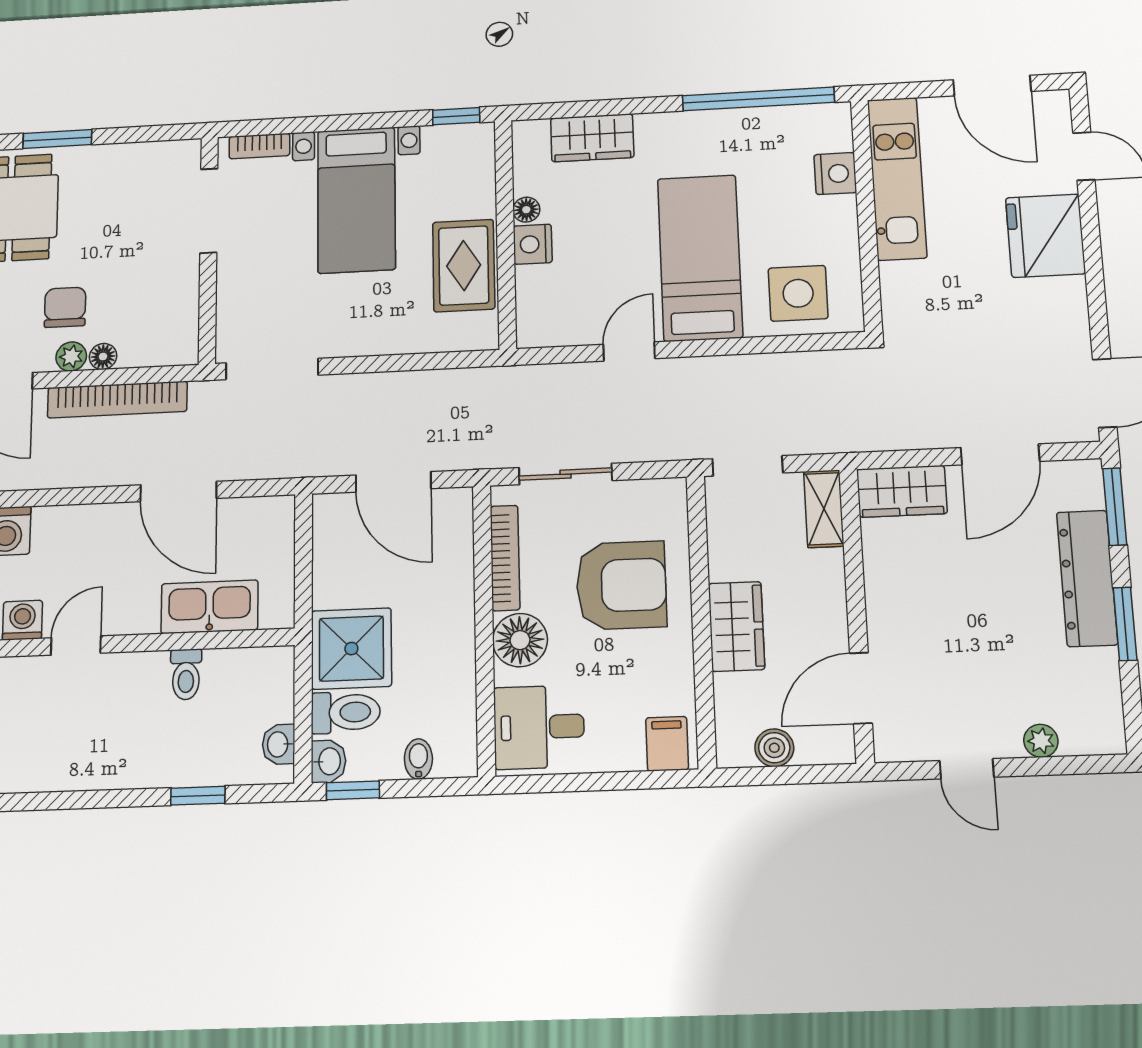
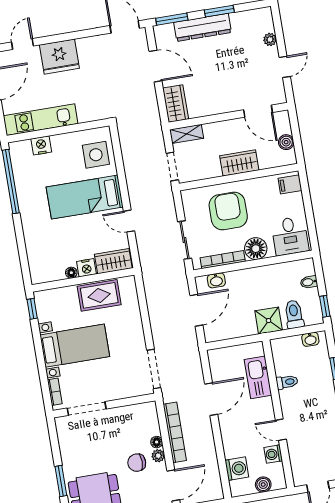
wardrobe: (592, 138) -> (113, 261), moved, turned -90
shower: (351, 649) -> (269, 321), width x0.73, depth x0.73
washbasin: (329, 761) -> (216, 280), moved, turned 180

